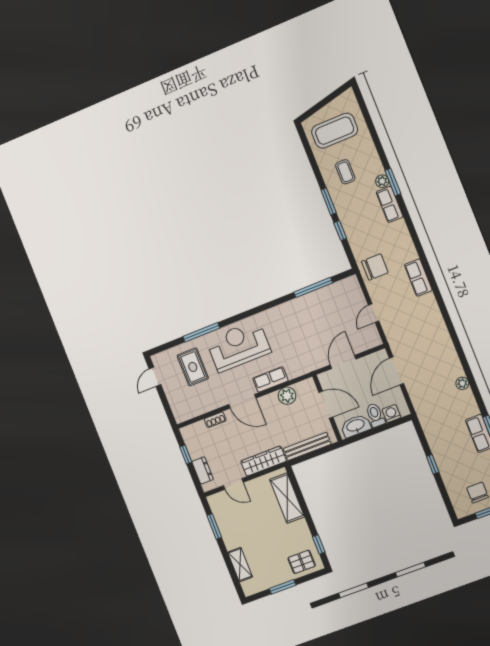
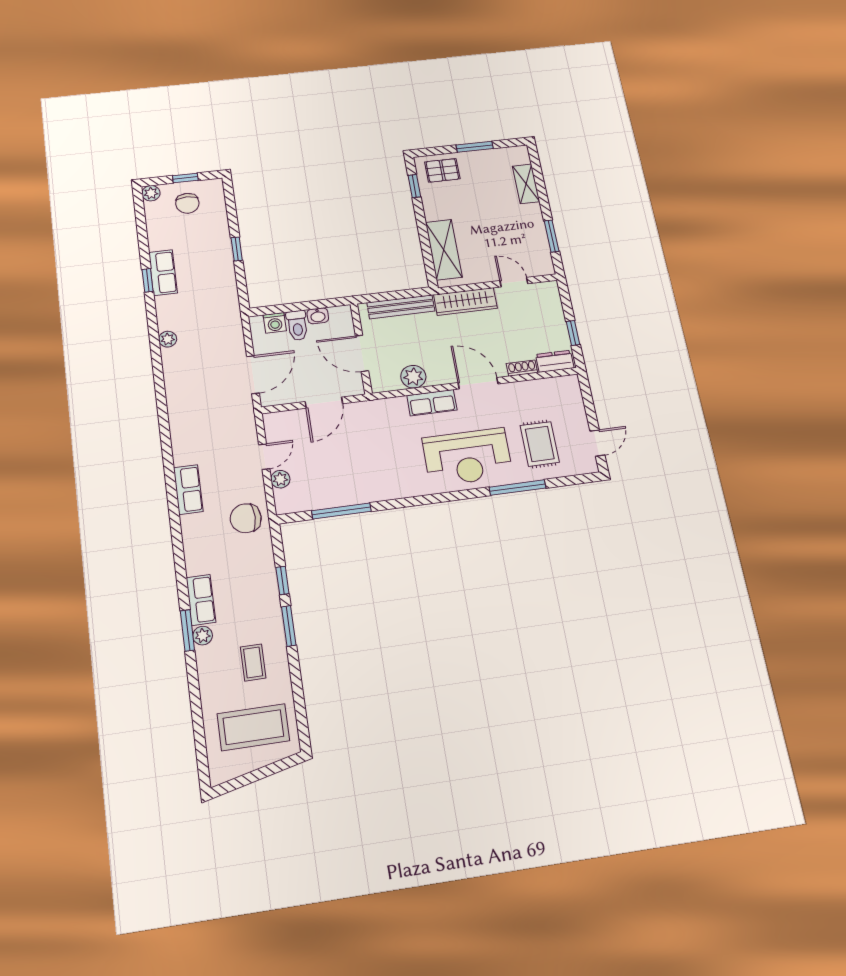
plant: (359, 300) -> (280, 479), added
washbasin: (356, 426) -> (318, 316), width x0.52, depth x0.69
dresser: (203, 470) -> (555, 361), moved, turned 90

